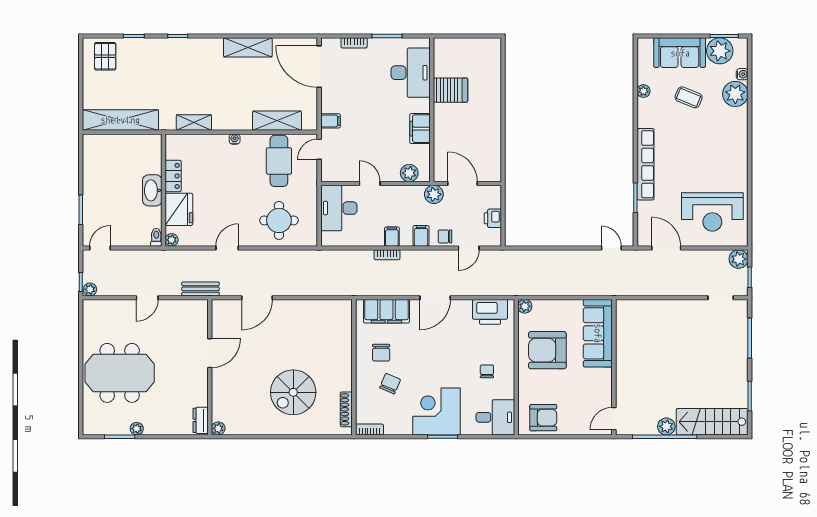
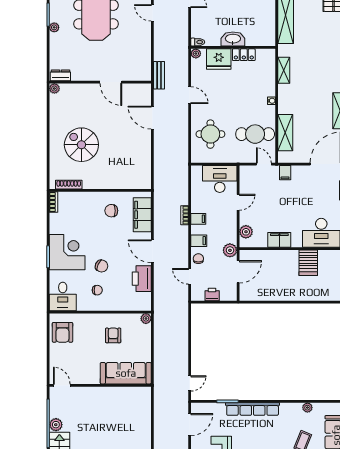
door: (147, 298) -> (152, 13), moved
printer: (490, 312) -> (142, 279), moved
armchair: (547, 350) -> (113, 335), width x0.53, depth x0.53
chair: (390, 384) -> (102, 266), moved

